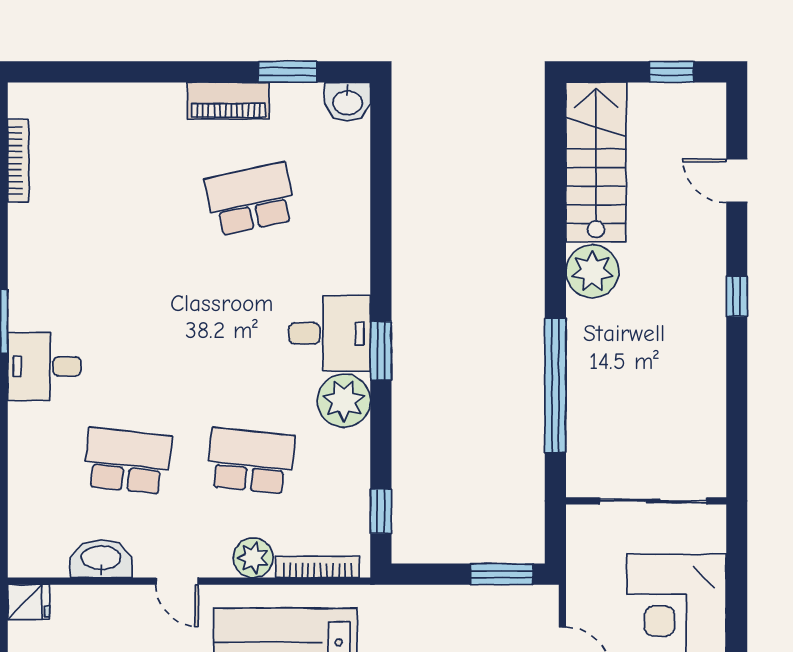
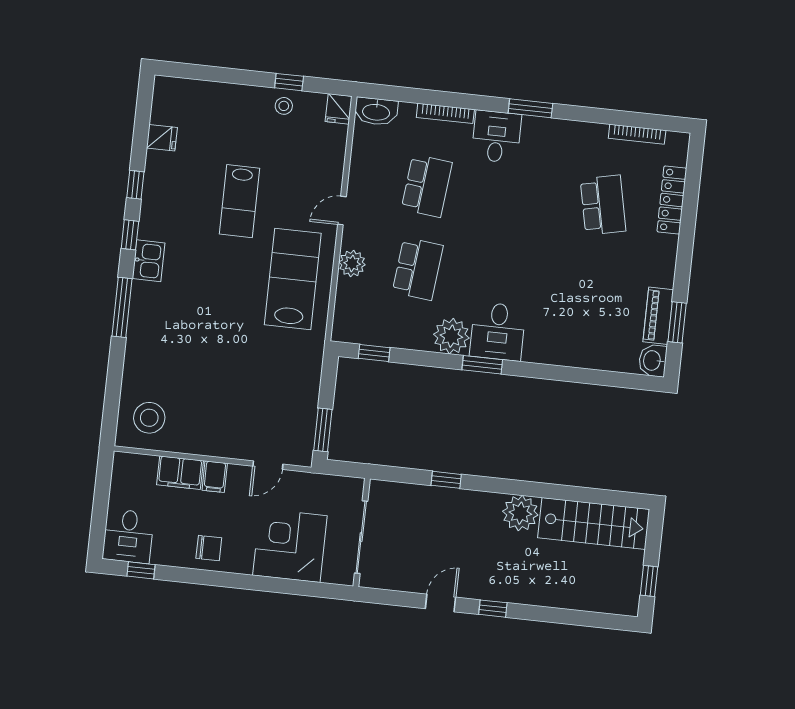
locker: (109, 99) -> (672, 200), added
piano: (228, 101) -> (658, 316), moved
door: (737, 181) -> (441, 603), moved
school desk: (251, 199) -> (603, 205), moved
window: (555, 386) -> (446, 480), width x0.32
washbasin: (101, 559) -> (376, 112), moved, turned 90
bookcase: (318, 567) -> (445, 113), moved, turned 90

